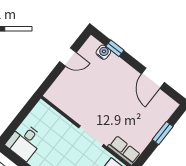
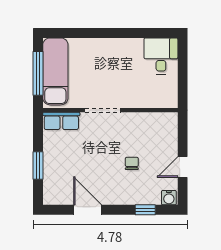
water cooler: (103, 52) -> (169, 198), moved
chair: (100, 86) -> (132, 163), added

